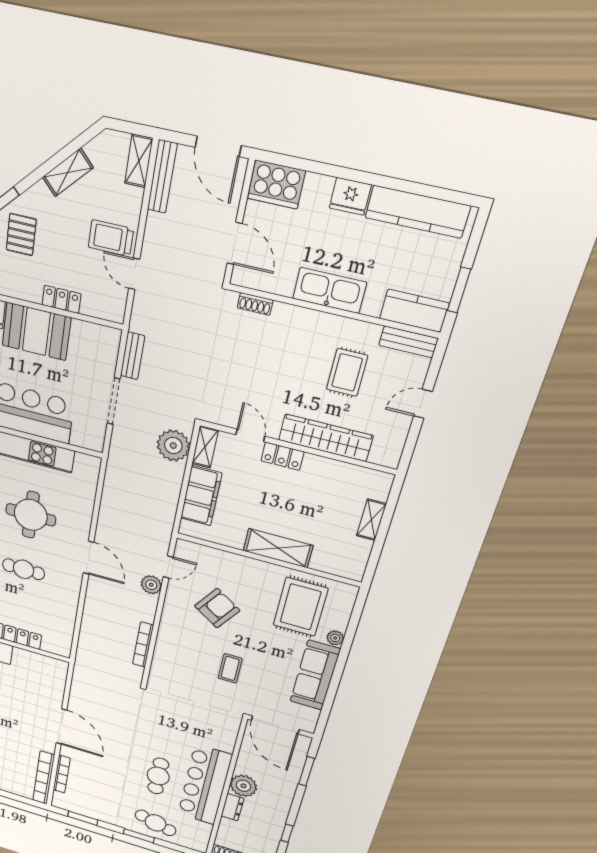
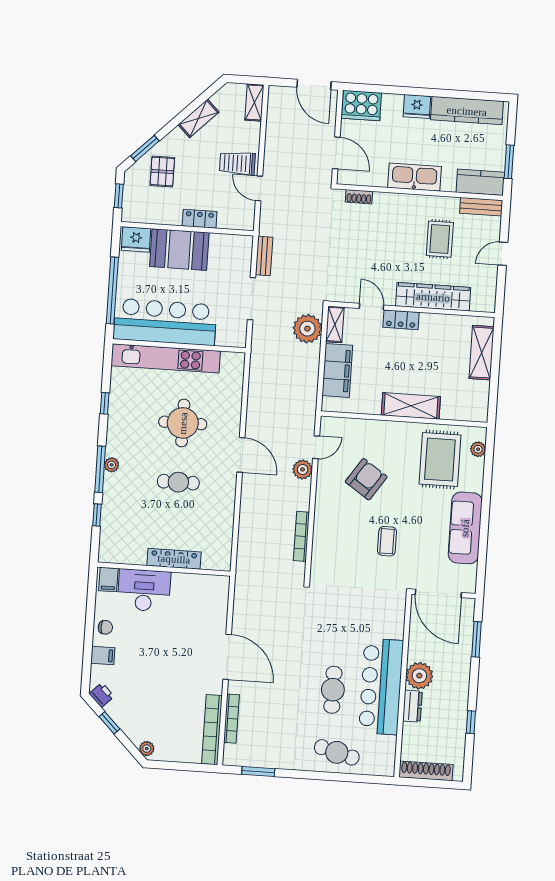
bench: (162, 177) -> (274, 112), removed
shelving: (371, 520) -> (482, 353), width x1.50, depth x1.33
plant: (335, 638) -> (478, 449), moved
window: (139, 836) -> (321, 776), removed

